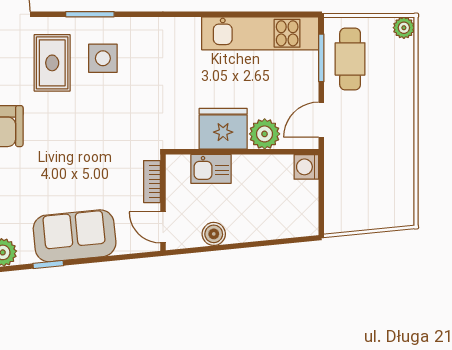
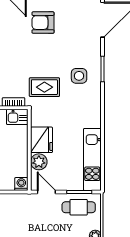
rug: (52, 63) -> (44, 87), moved
kitchen sink: (211, 169) -> (17, 117), moved, turned -90

